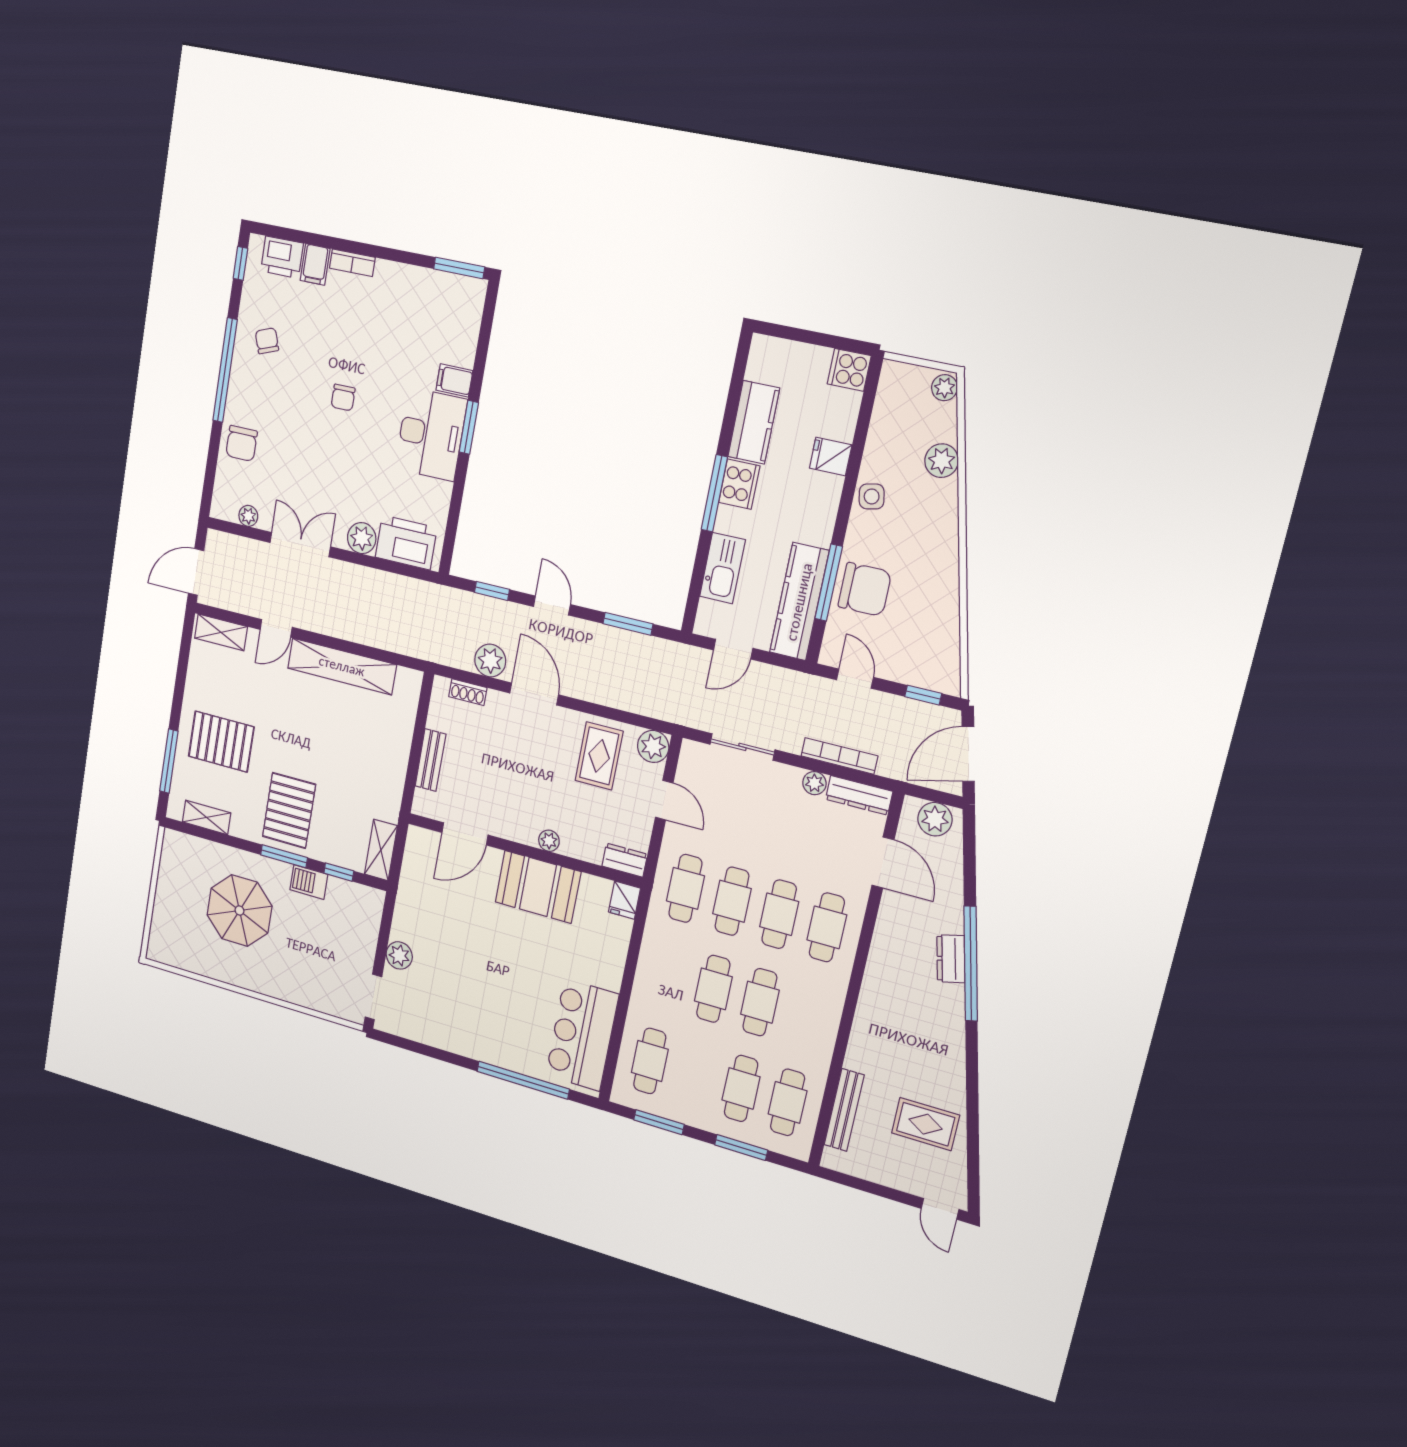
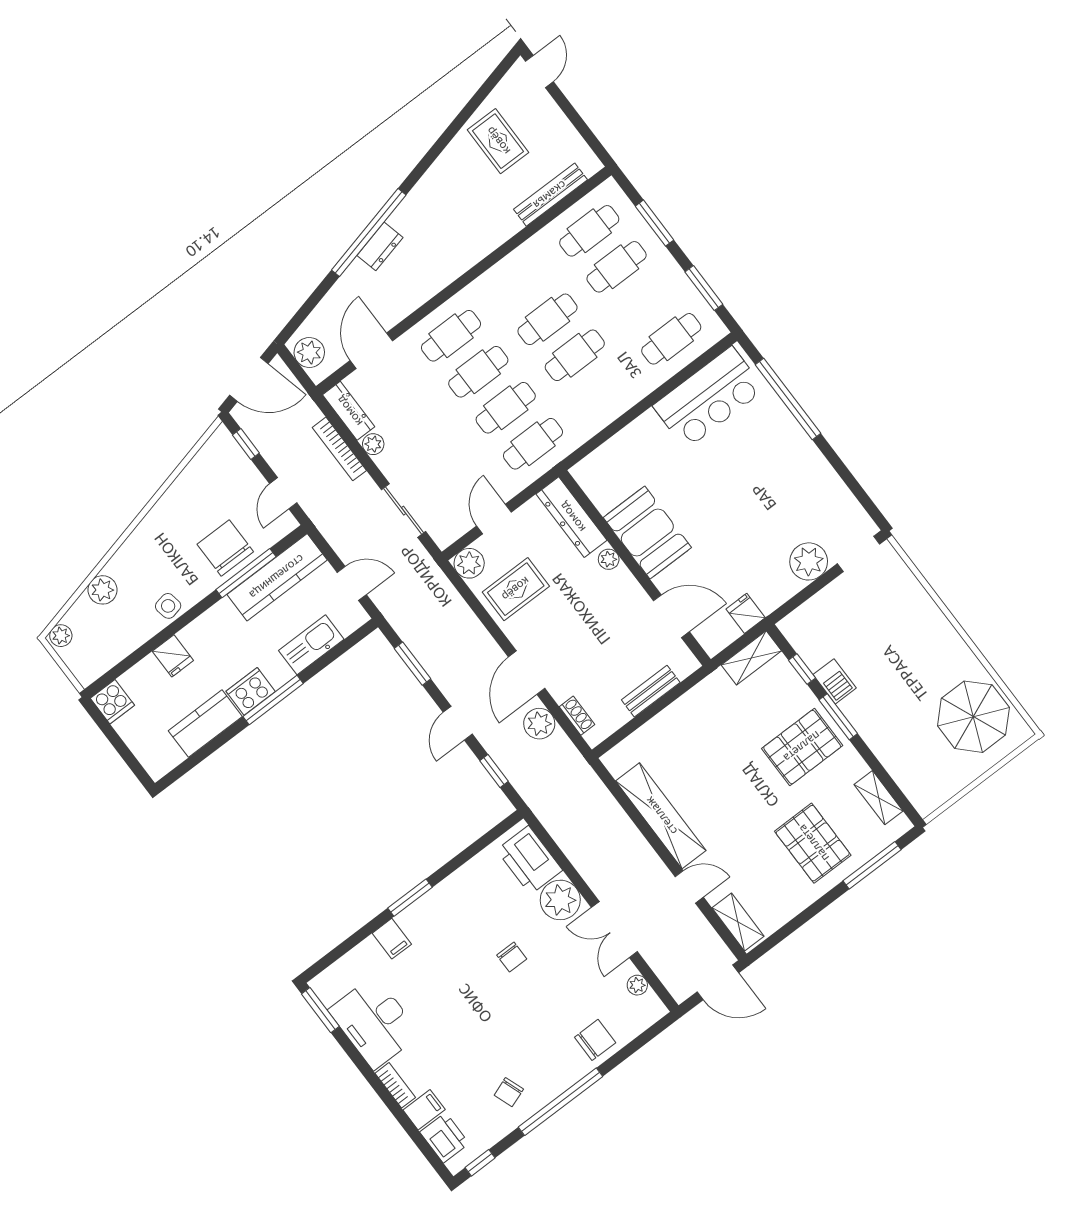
chair: (343, 397) -> (512, 957), moved, turned 90
desk: (431, 434) -> (374, 1022), moved, turned -90
plant: (362, 538) -> (560, 900), width x1.36, depth x1.36
dresser: (625, 860) -> (572, 517), width x1.96, depth x1.24
fridge: (625, 900) -> (746, 613), moved, turned -90
parasol: (239, 911) -> (973, 717), moved
plant: (399, 955) -> (809, 561), width x1.36, depth x1.36

